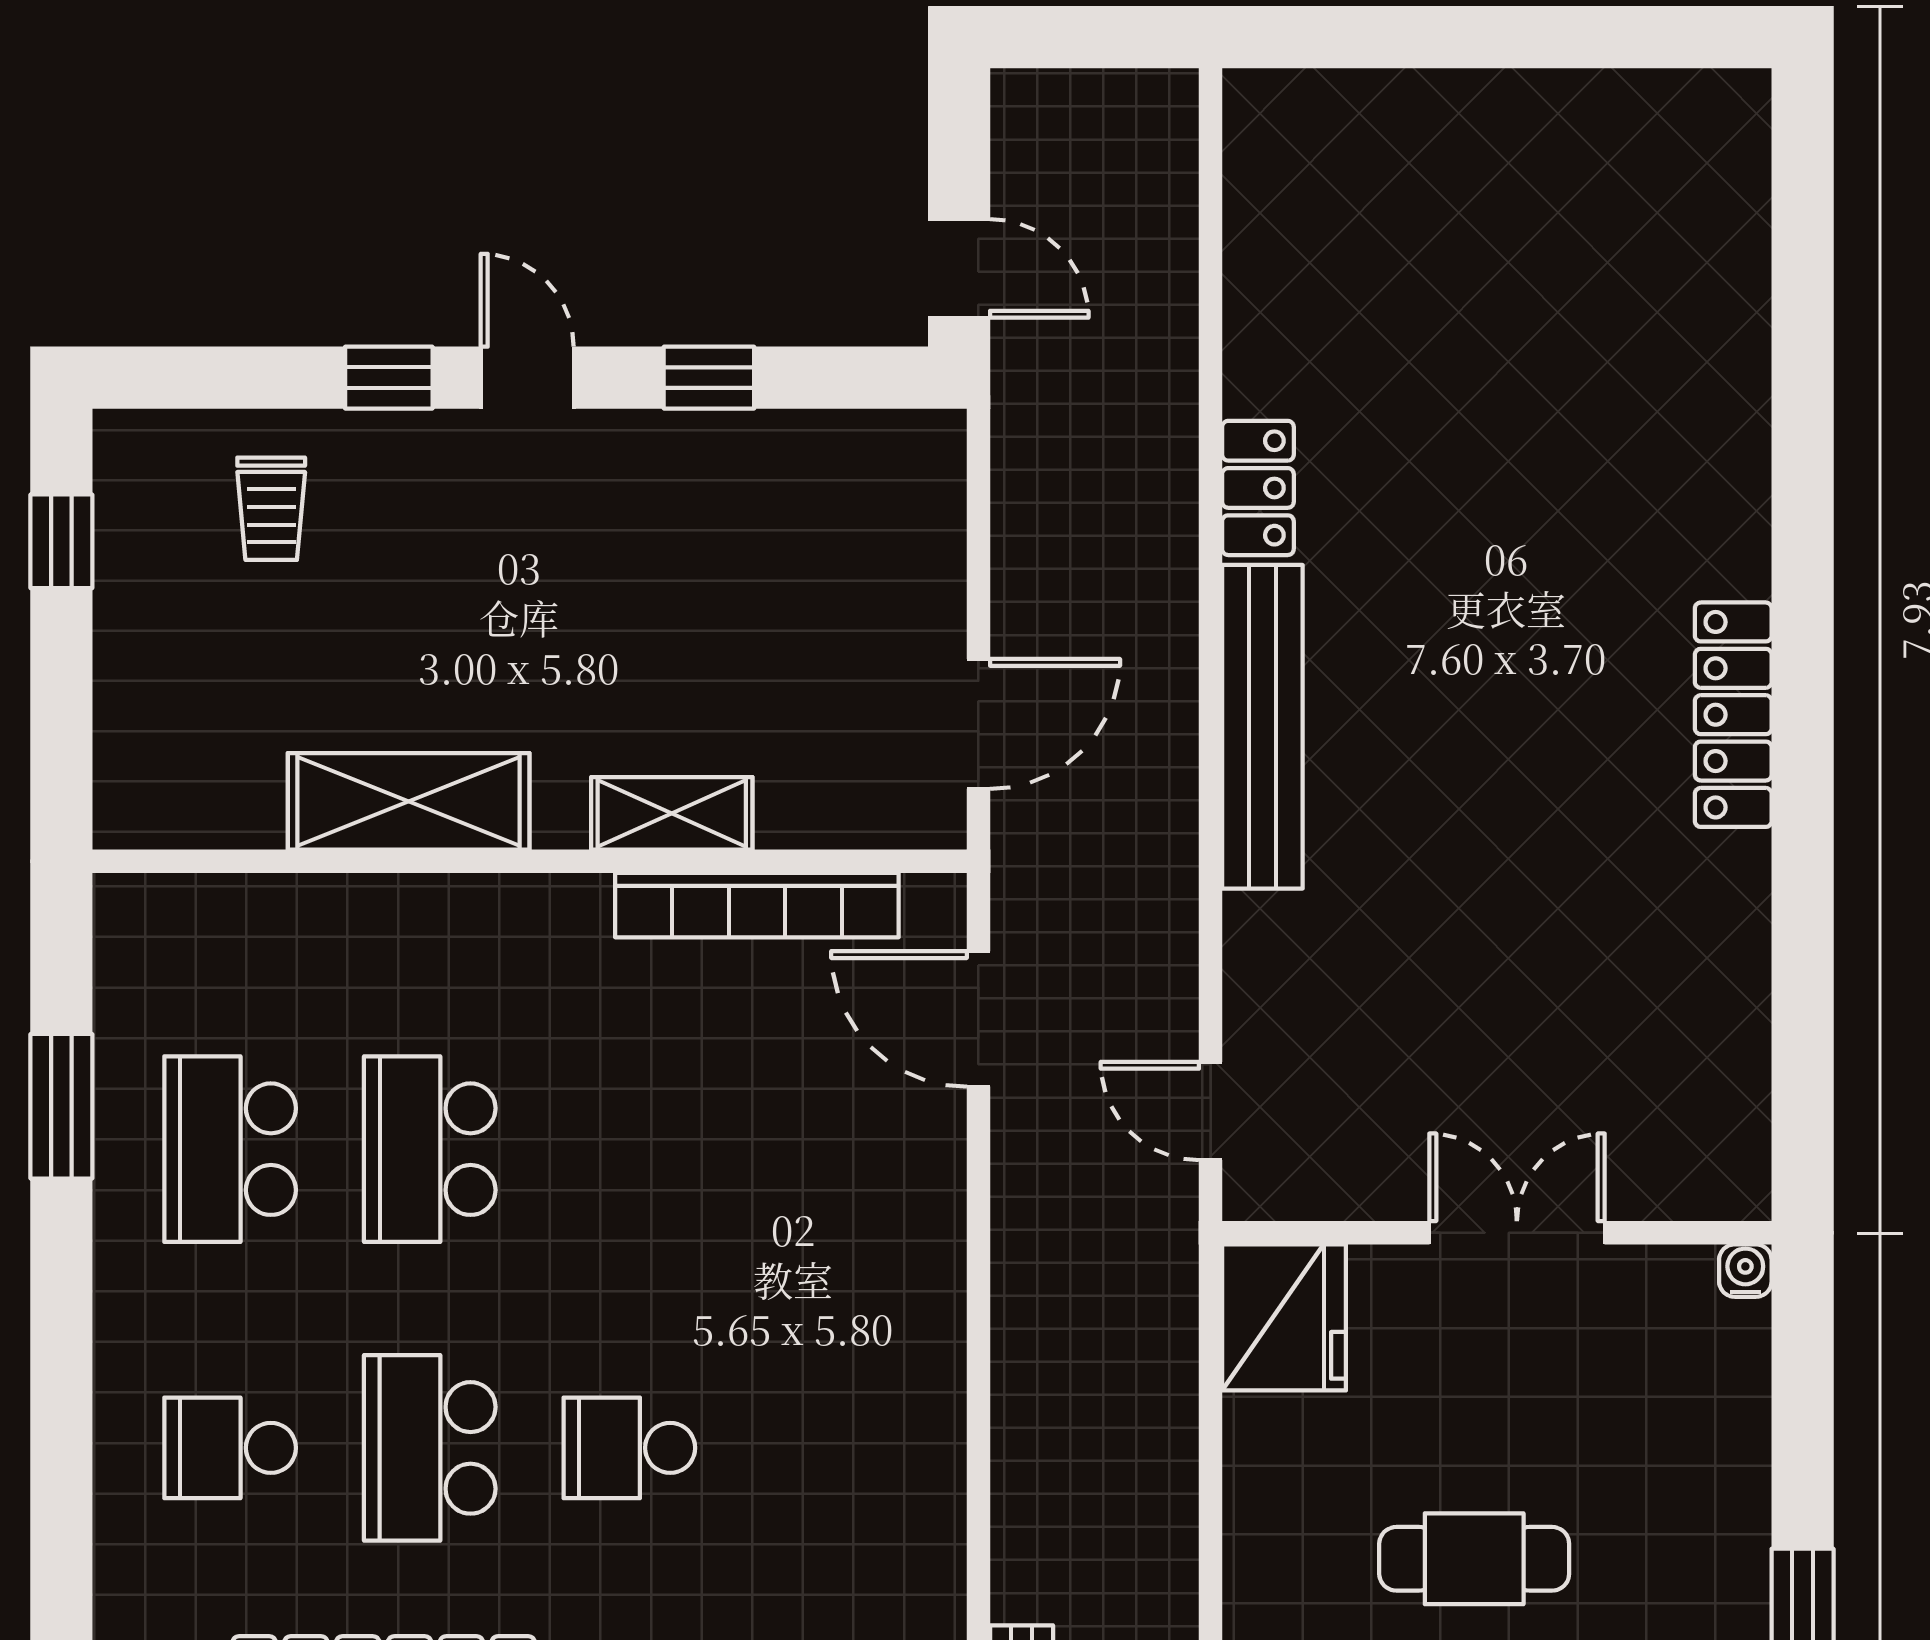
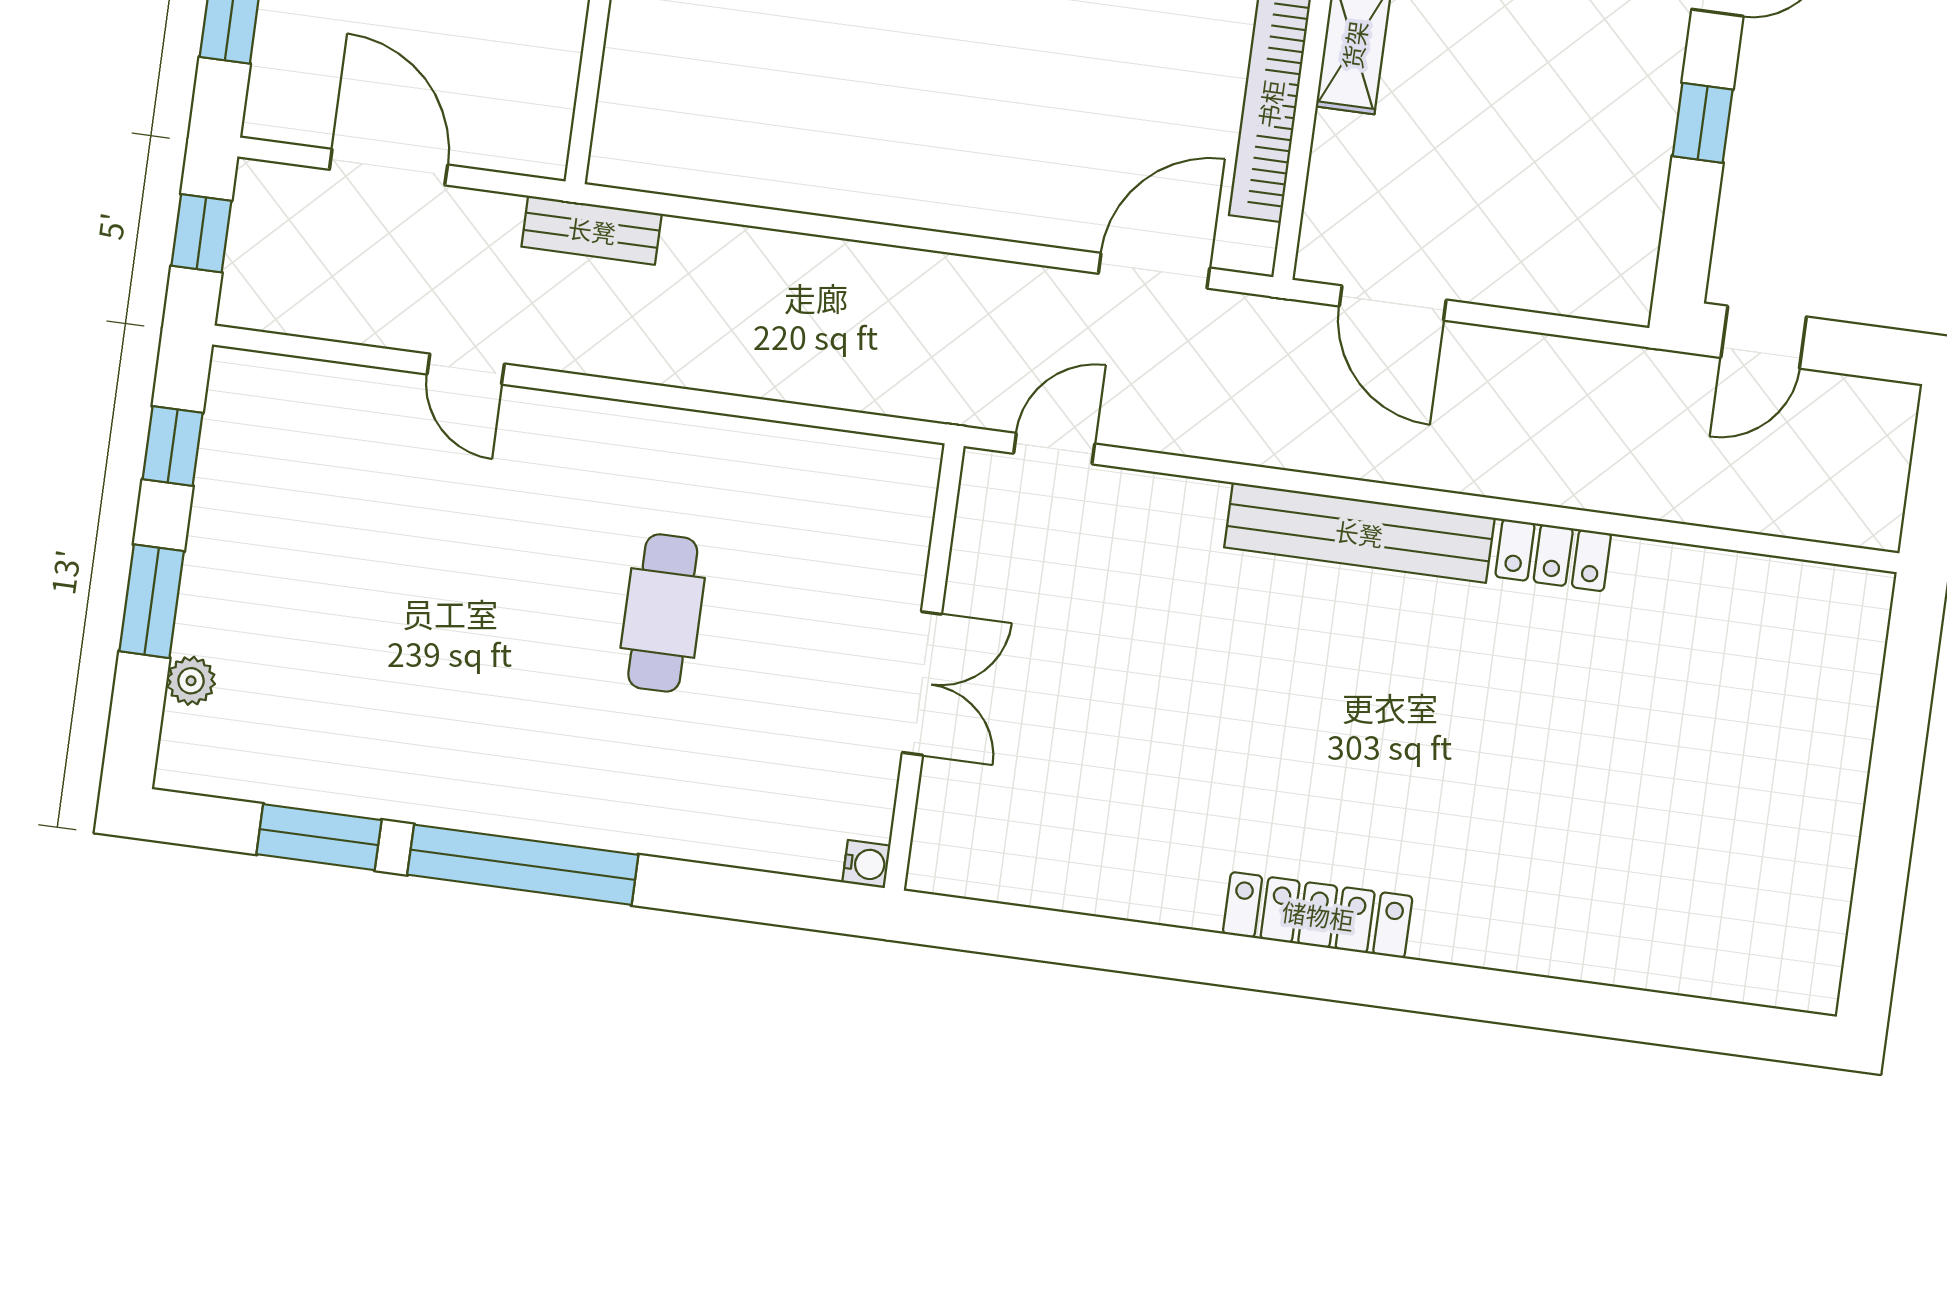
fridge: (1284, 1317) -> (879, 485), removed

